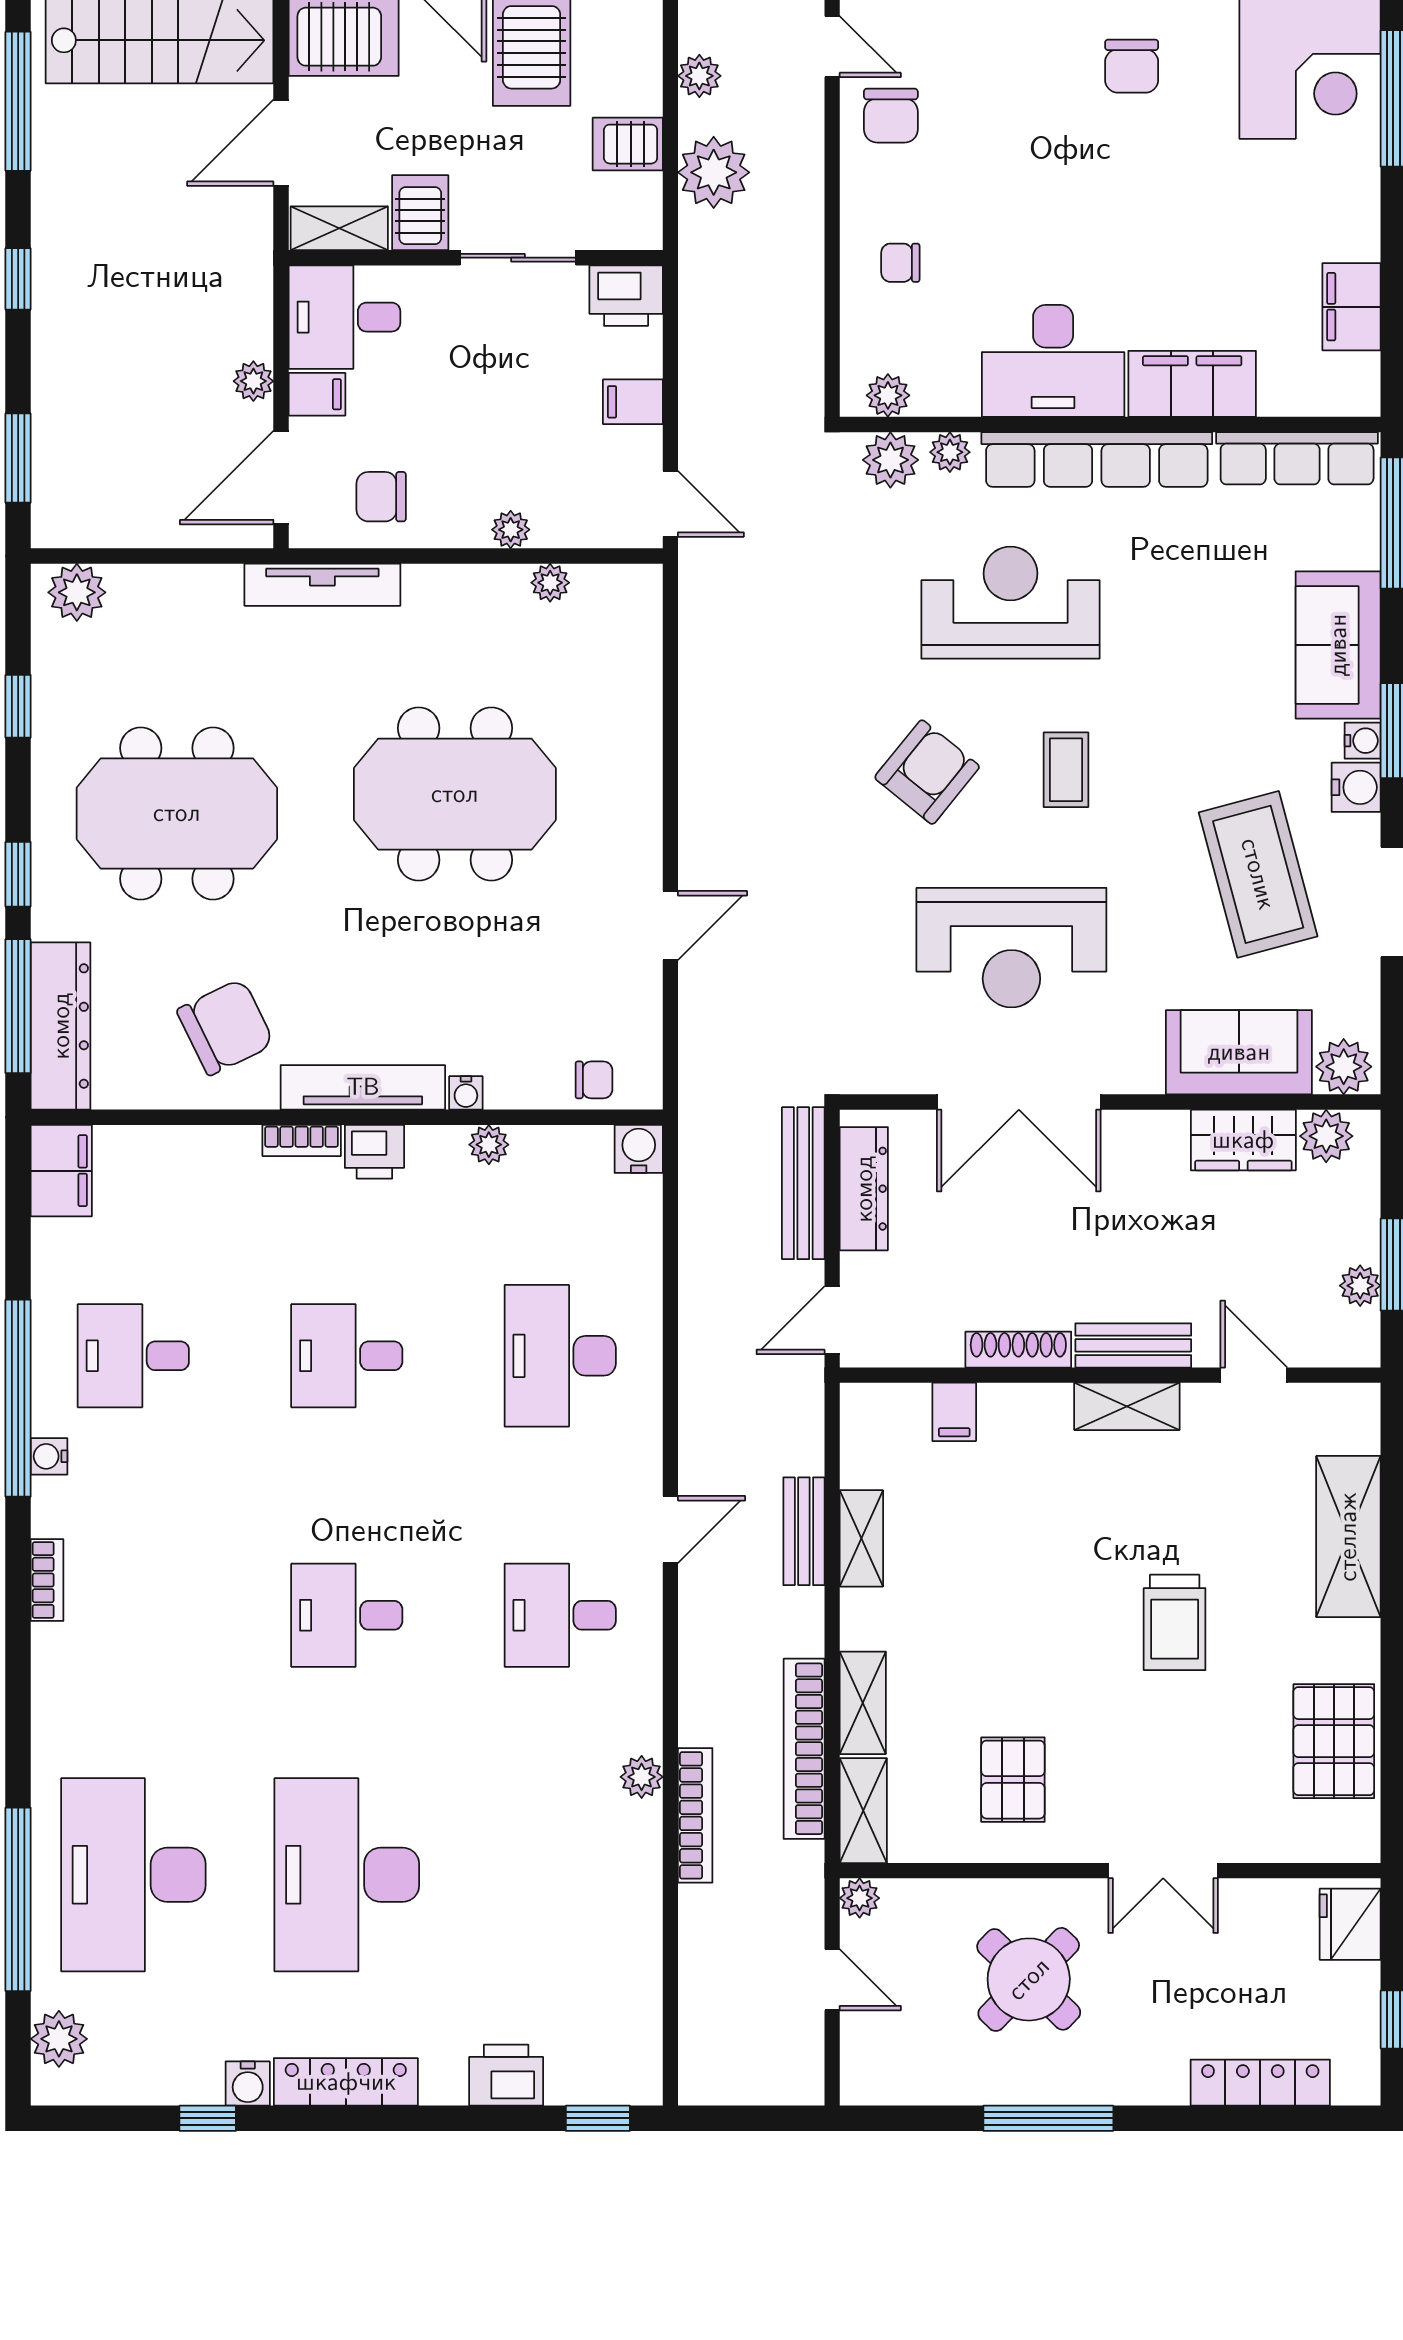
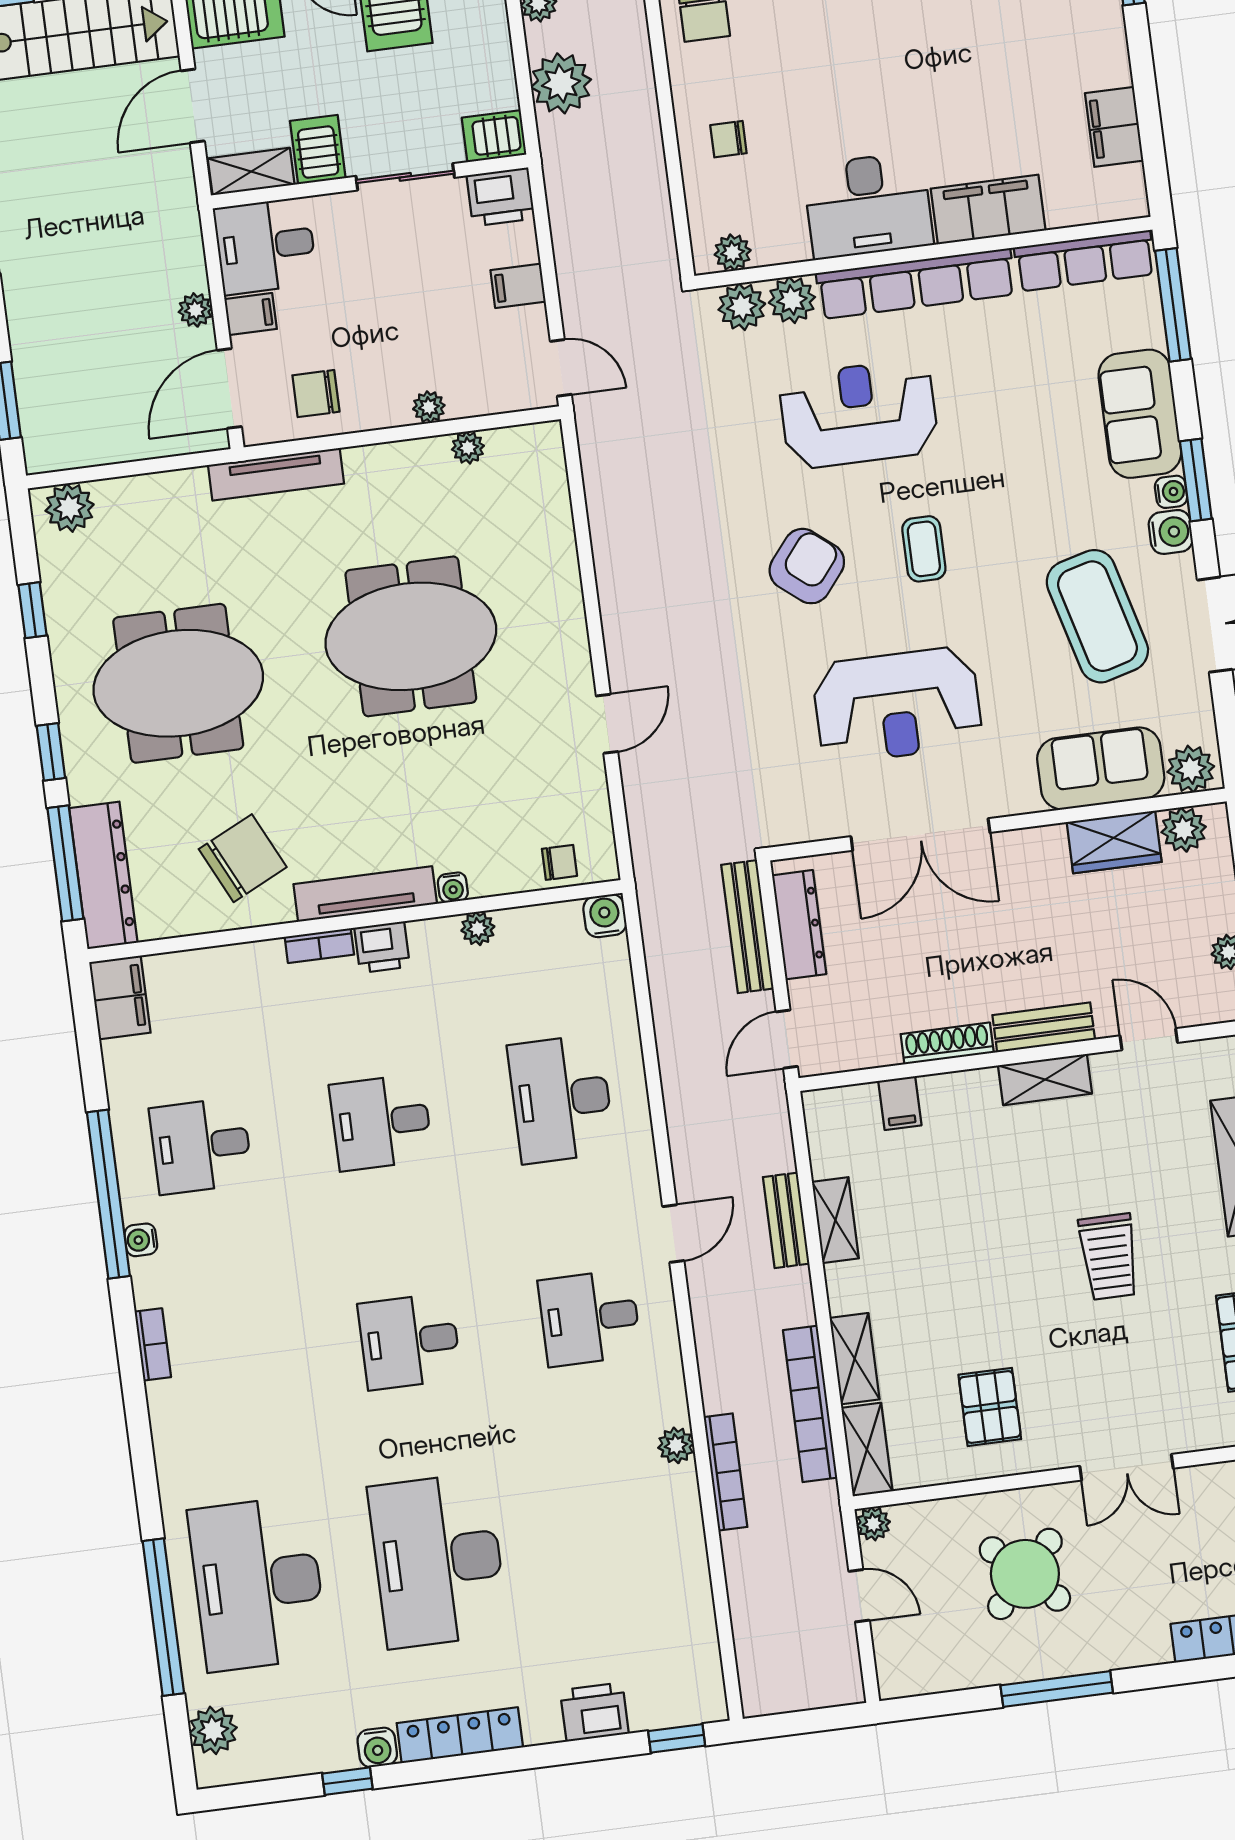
server rack: (628, 144) -> (494, 136), moved
plant: (950, 452) -> (792, 300), width x1.38, depth x1.38

